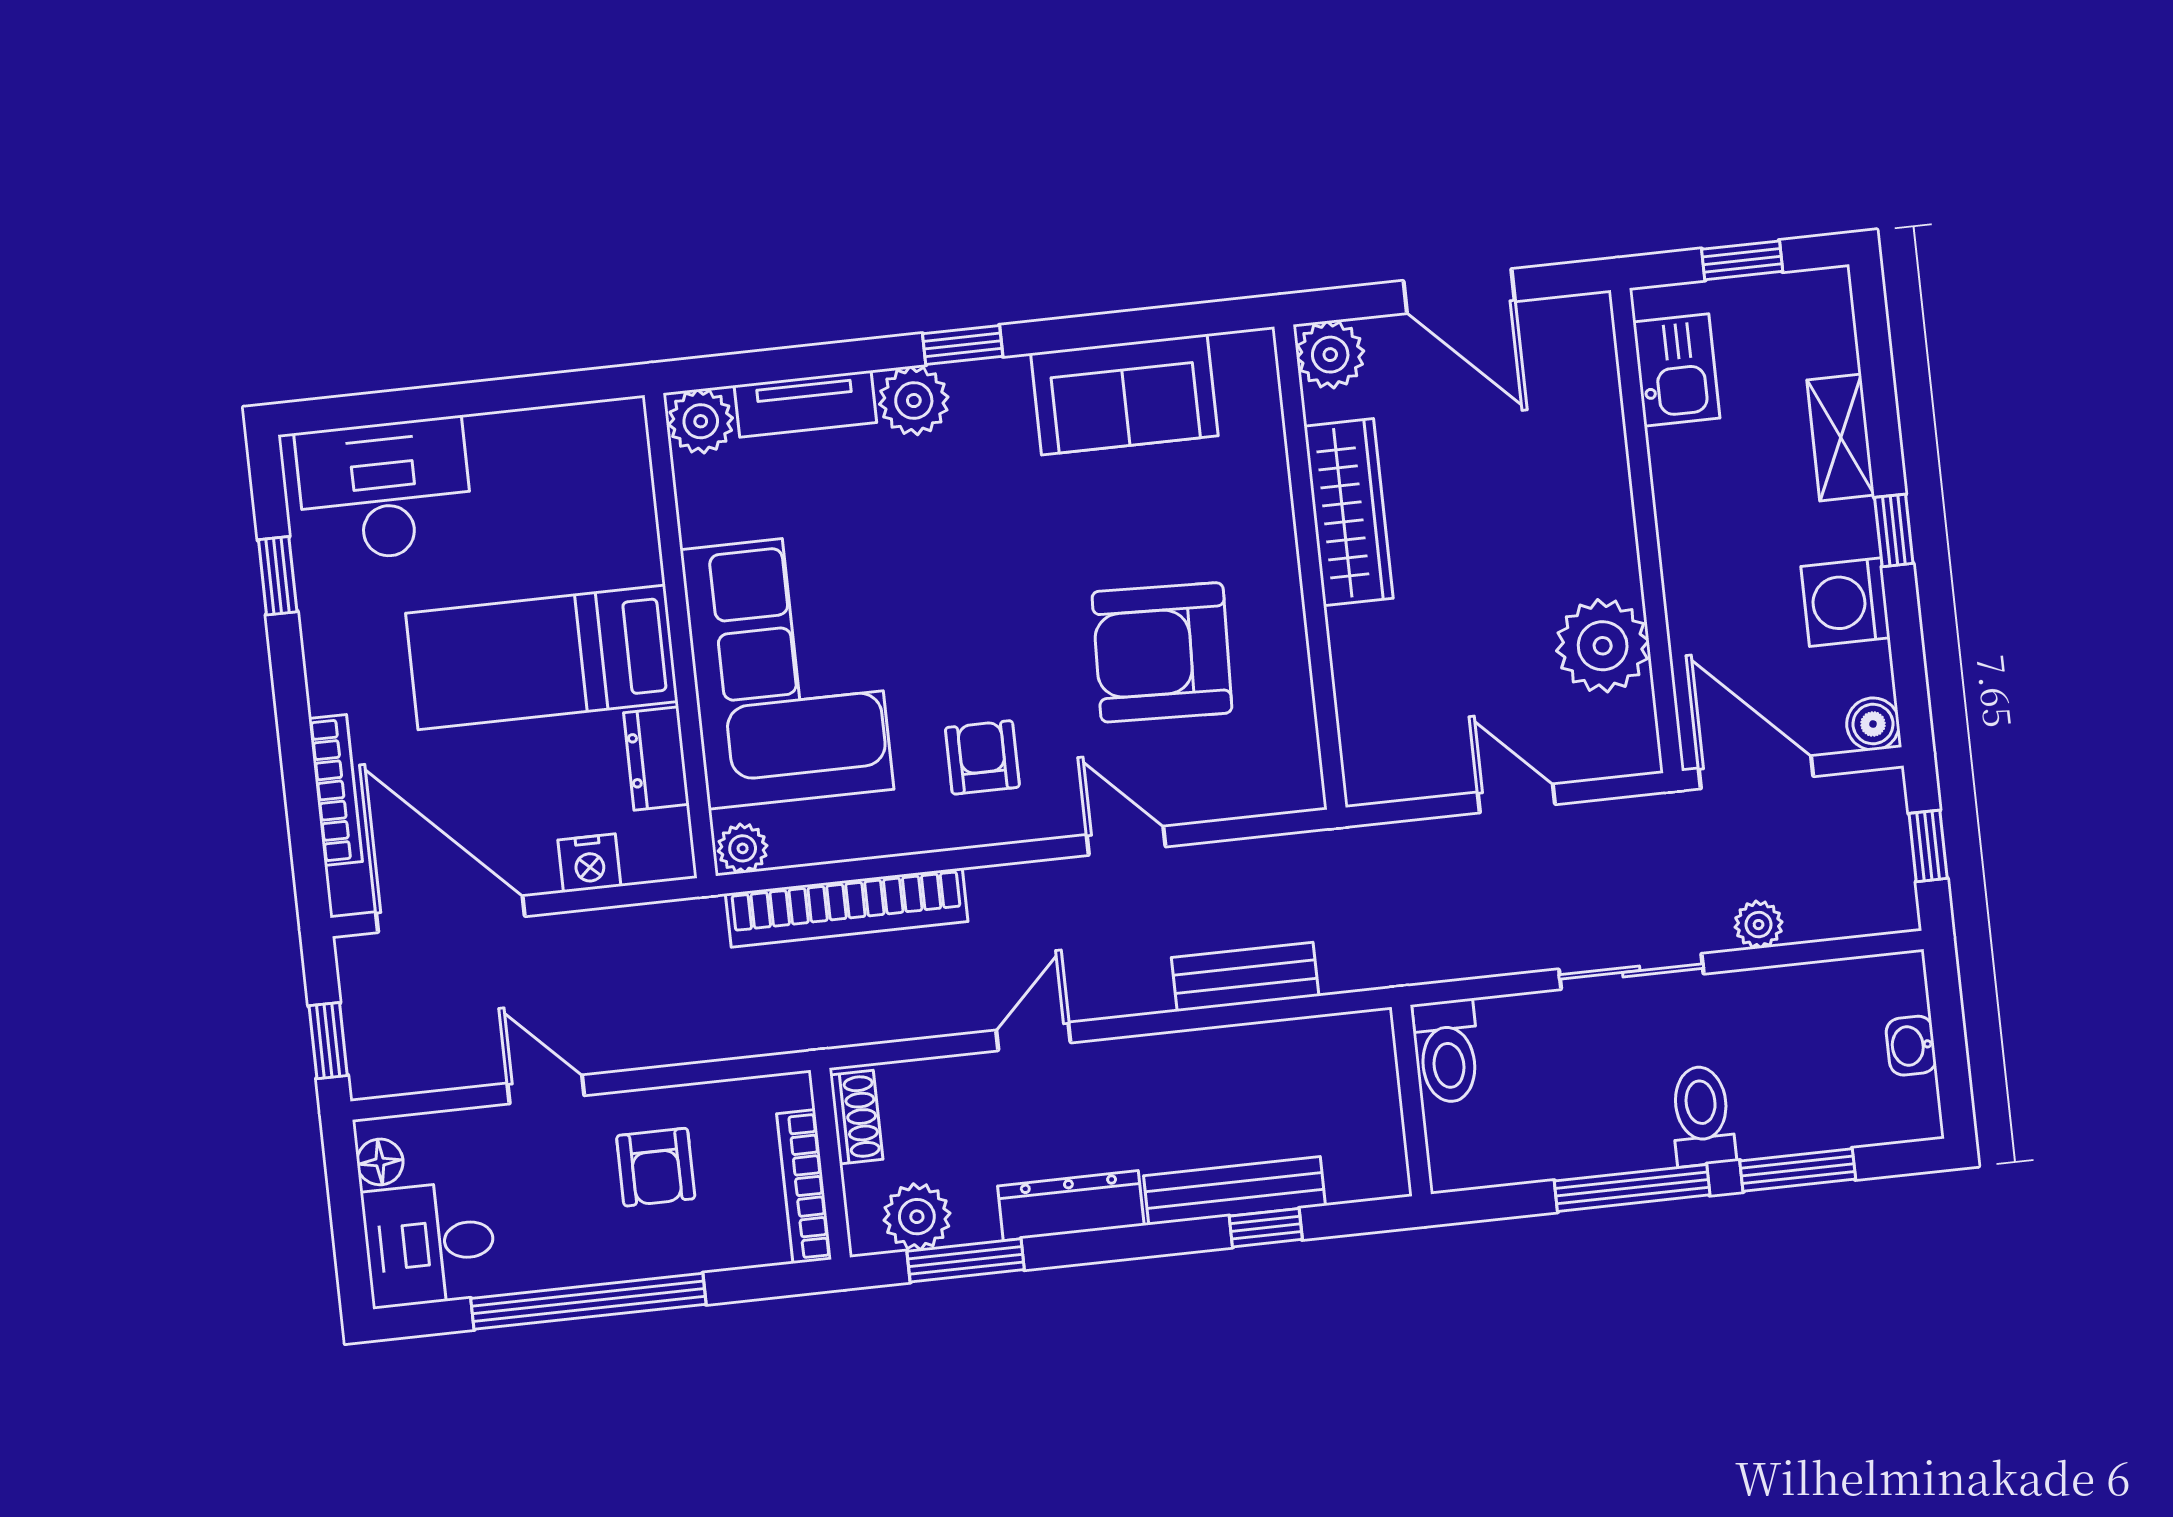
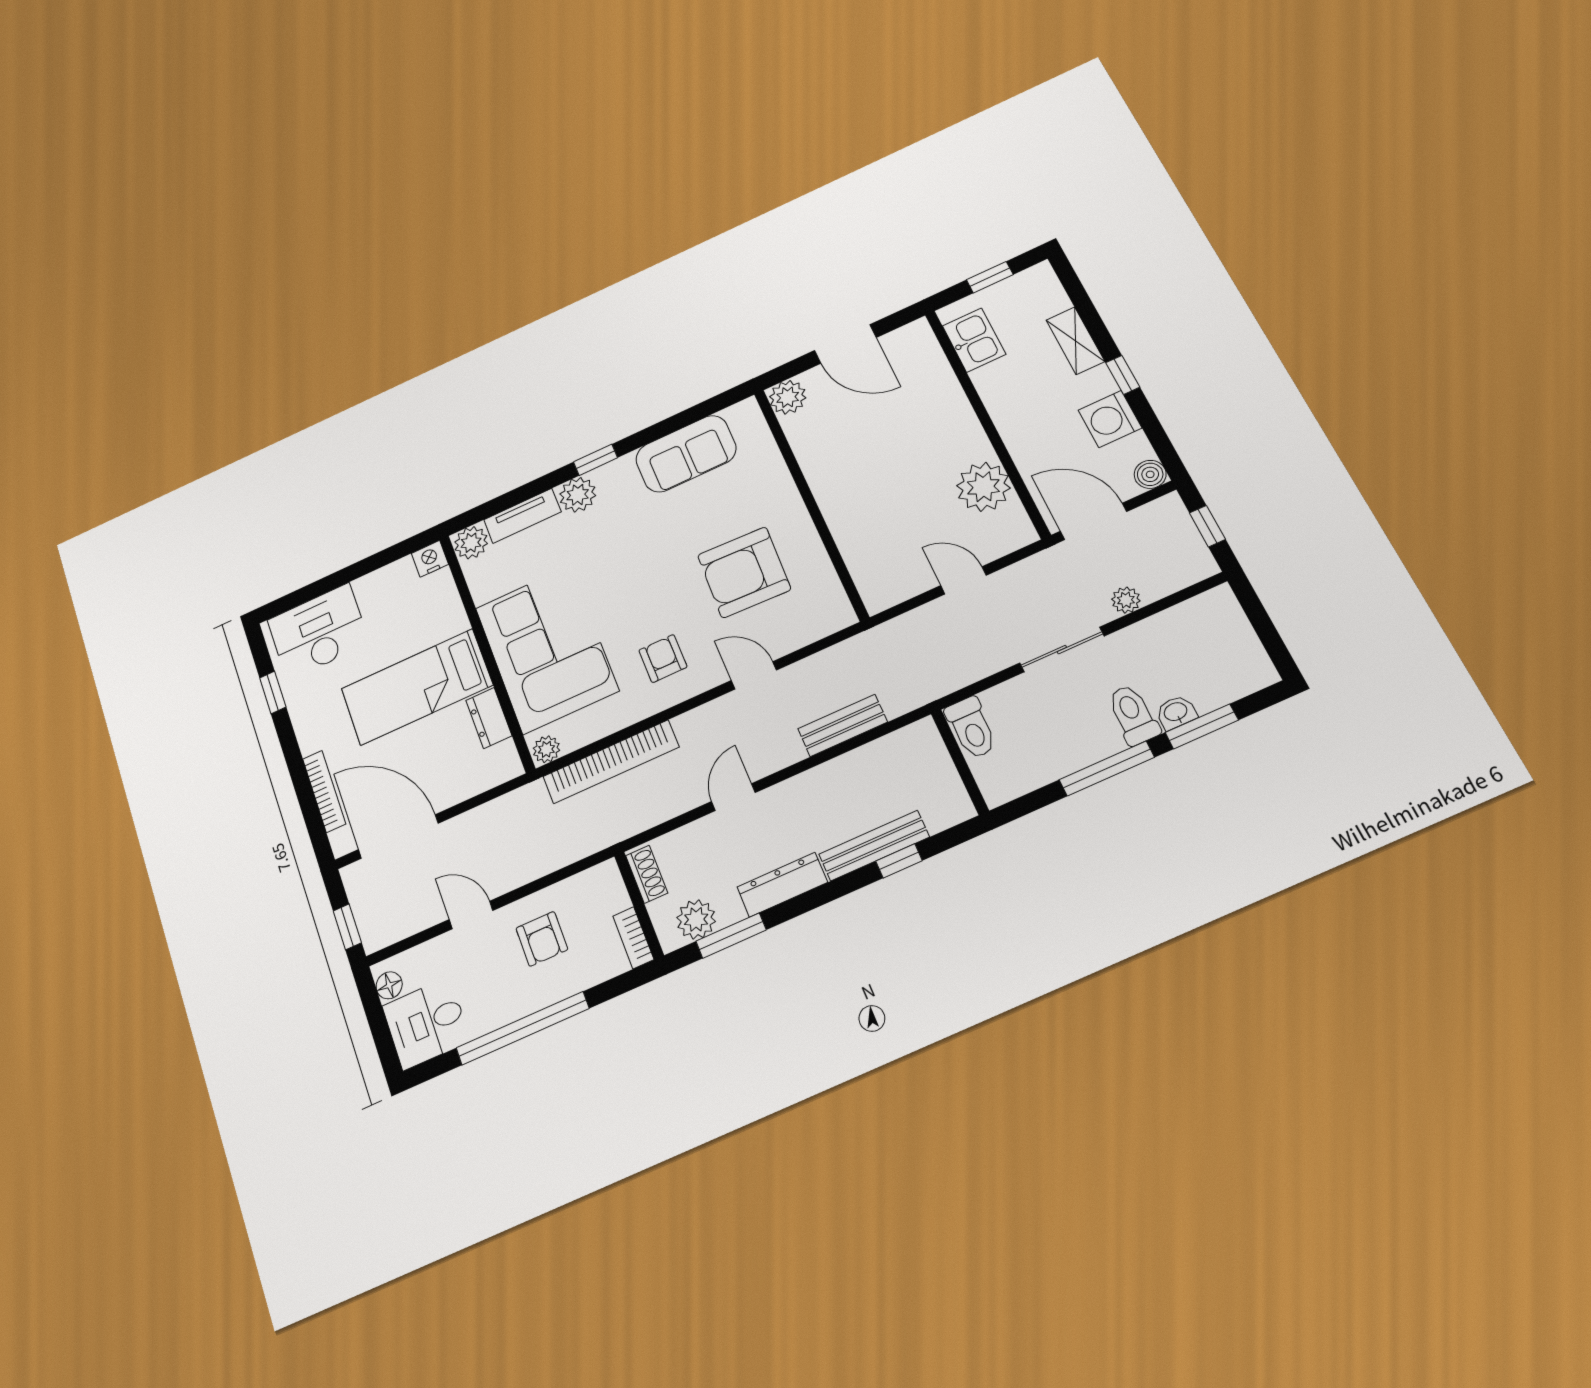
wardrobe: (1348, 512) -> (822, 469), removed
nightstand: (589, 863) -> (430, 559), moved, turned 180
washbasin: (1911, 1046) -> (1176, 712), moved, turned 90
bookcase: (804, 1187) -> (633, 938), width x0.64

